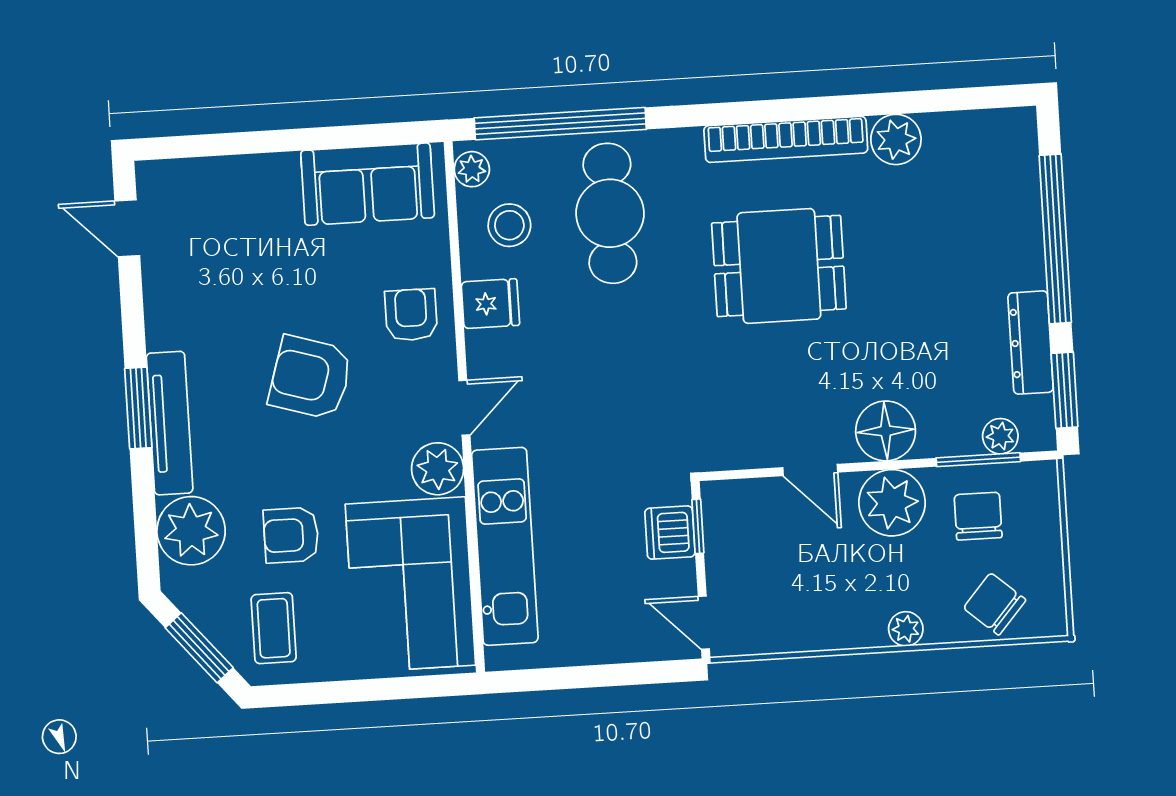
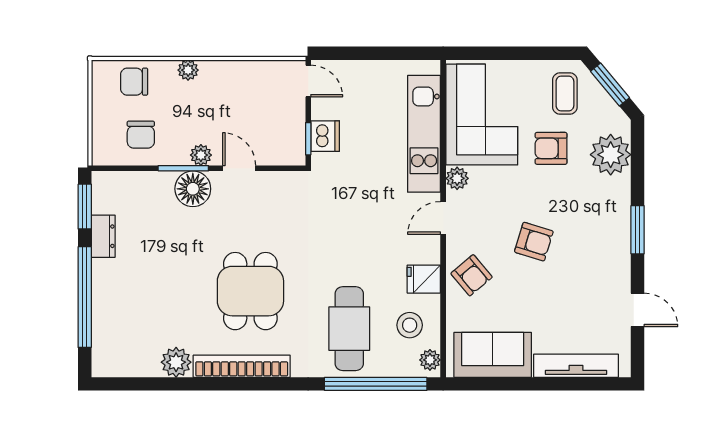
door: (127, 228) -> (638, 310), moved
dining table: (779, 266) -> (250, 291), turned 90
armchair: (411, 315) -> (472, 275), turned -40
dresser: (1031, 343) -> (103, 236), width x0.70
armchair: (310, 378) -> (534, 242), width x0.72, depth x0.72
tv unit: (170, 423) -> (576, 366), moved, turned 90
plant: (1000, 436) -> (125, 181), removed
window: (978, 460) -> (183, 168), moved
plant: (438, 469) -> (457, 178), width x0.73, depth x0.73
plant: (892, 503) -> (201, 155), width x0.53, depth x0.53
armchair: (291, 535) -> (551, 148), turned 180
chair: (995, 604) -> (134, 82), turned 139

